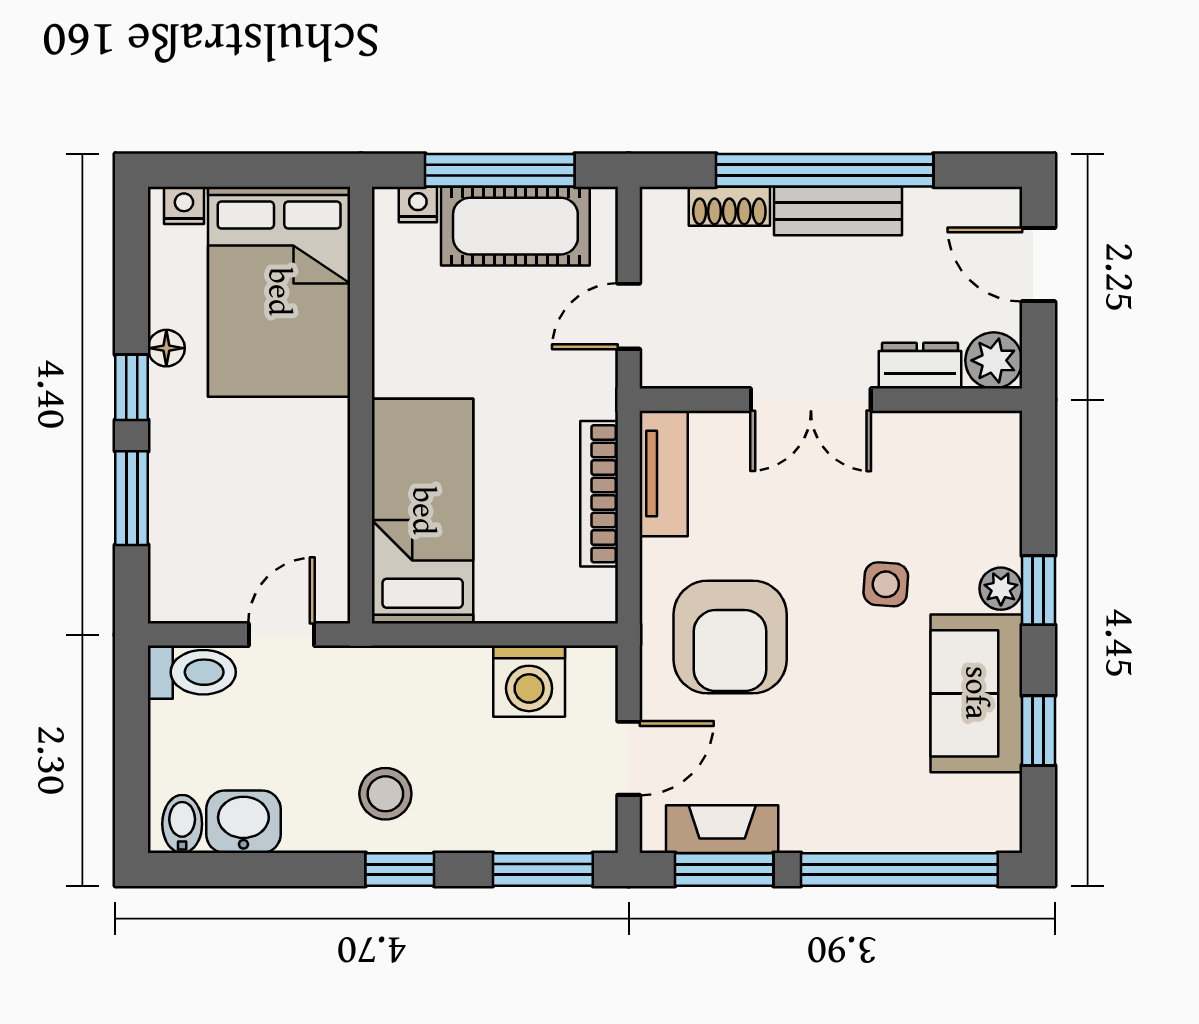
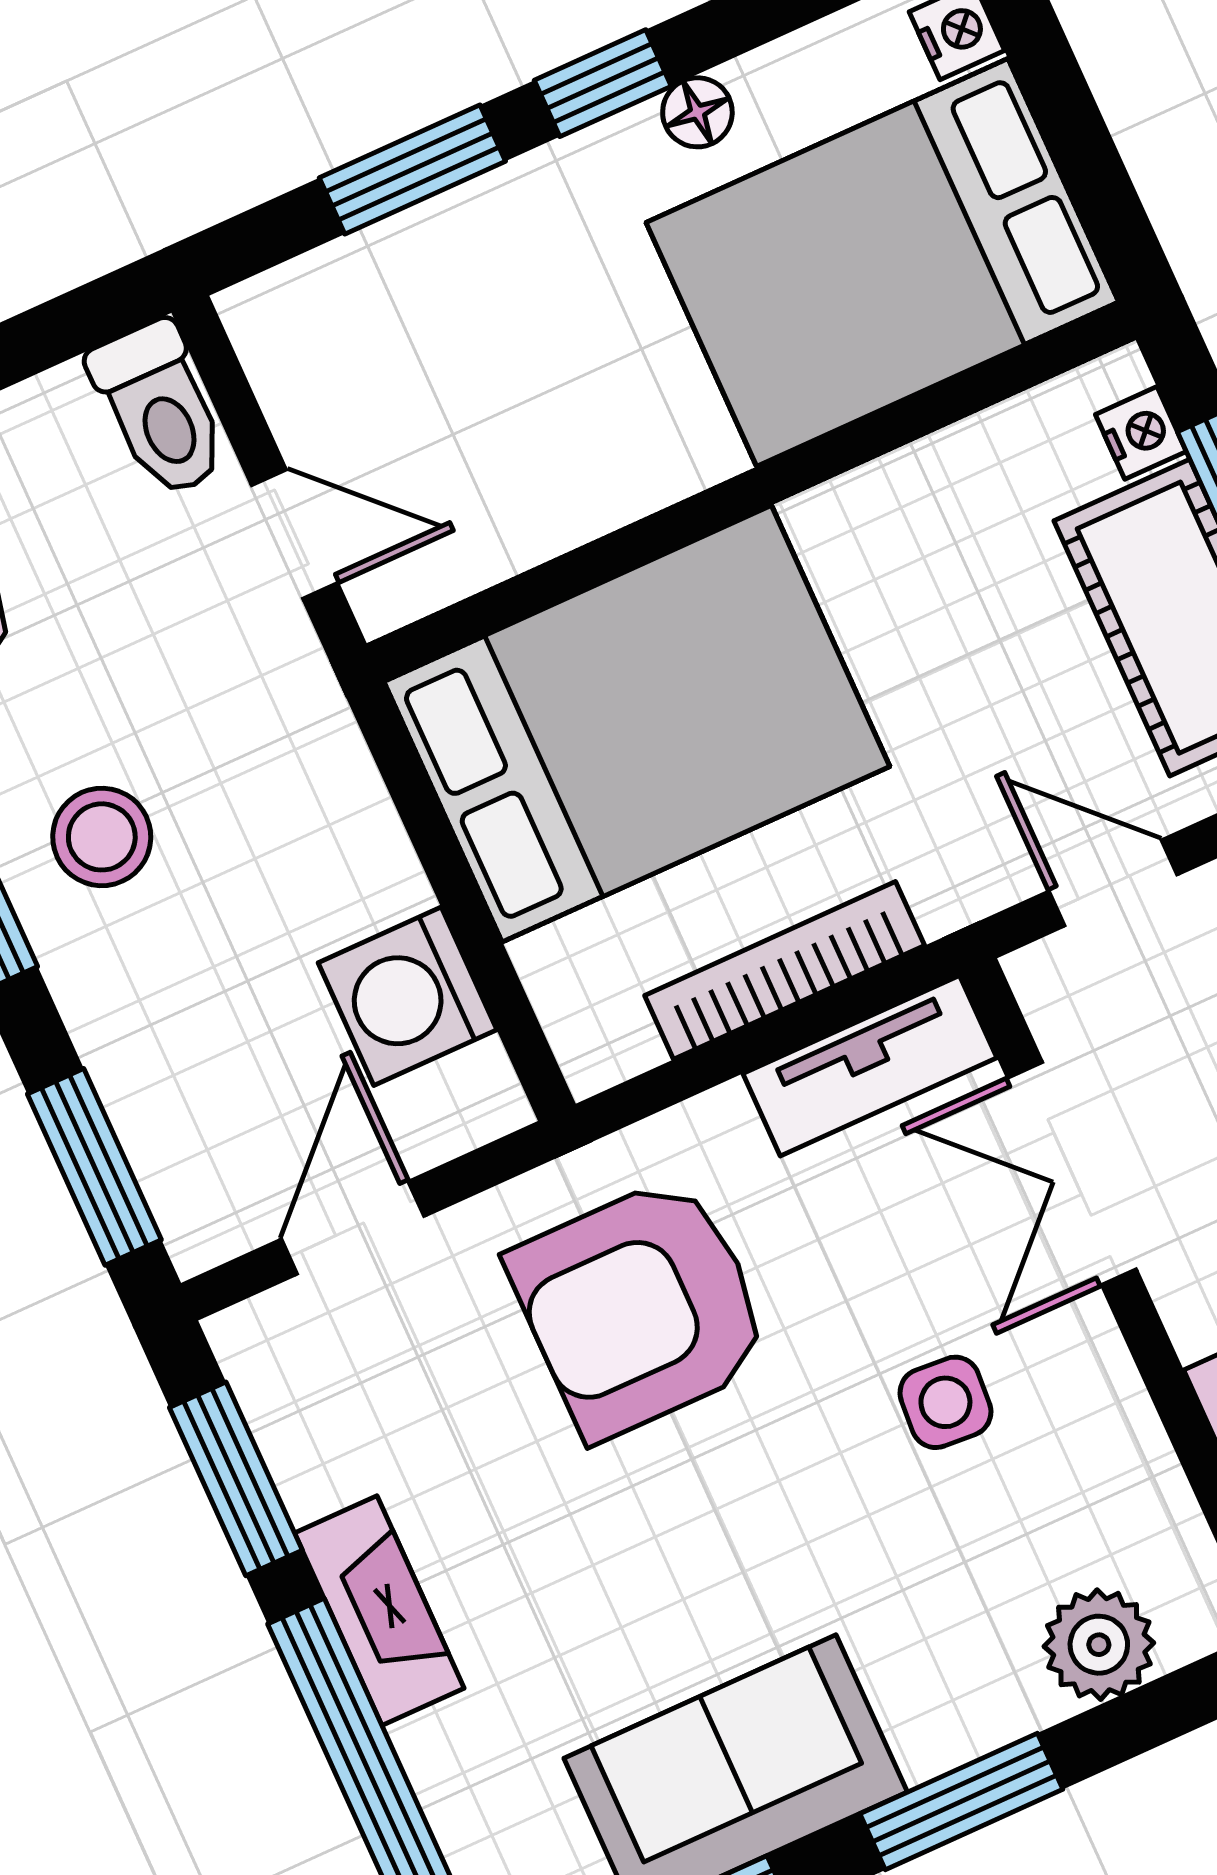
double door: (811, 400) -> (1072, 1174), moved
bed: (423, 511) -> (637, 724), width x1.50
side table: (886, 584) -> (945, 1402), moved
plant: (1001, 589) -> (1099, 1645), moved, width x1.38, depth x1.38
window: (1038, 590) -> (961, 1801), width x1.50
door: (629, 758) -> (353, 1228), swing flipped
fireplace: (722, 829) -> (379, 1611), moved

